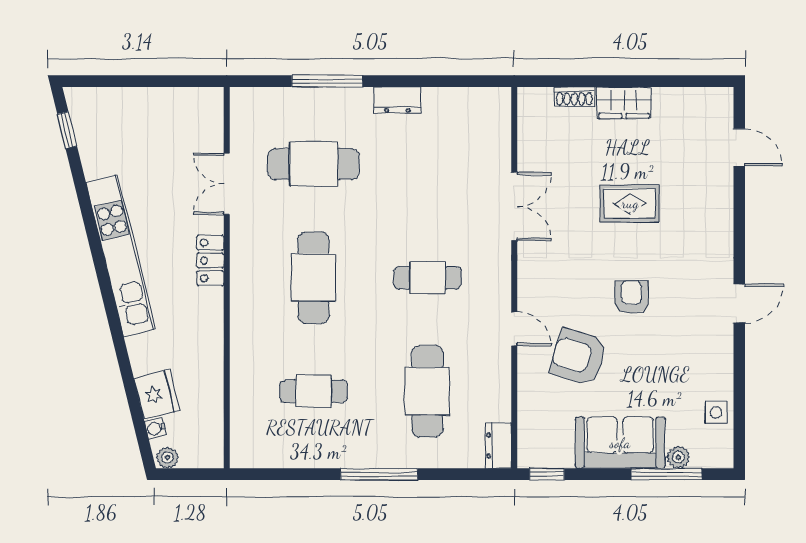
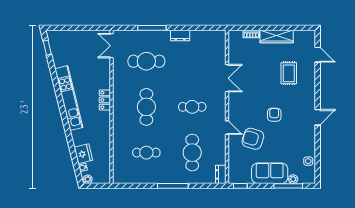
wardrobe: (624, 103) -> (277, 37), width x1.50
double door: (227, 184) -> (111, 46), moved
rug: (630, 203) -> (289, 73), moved, turned 90

